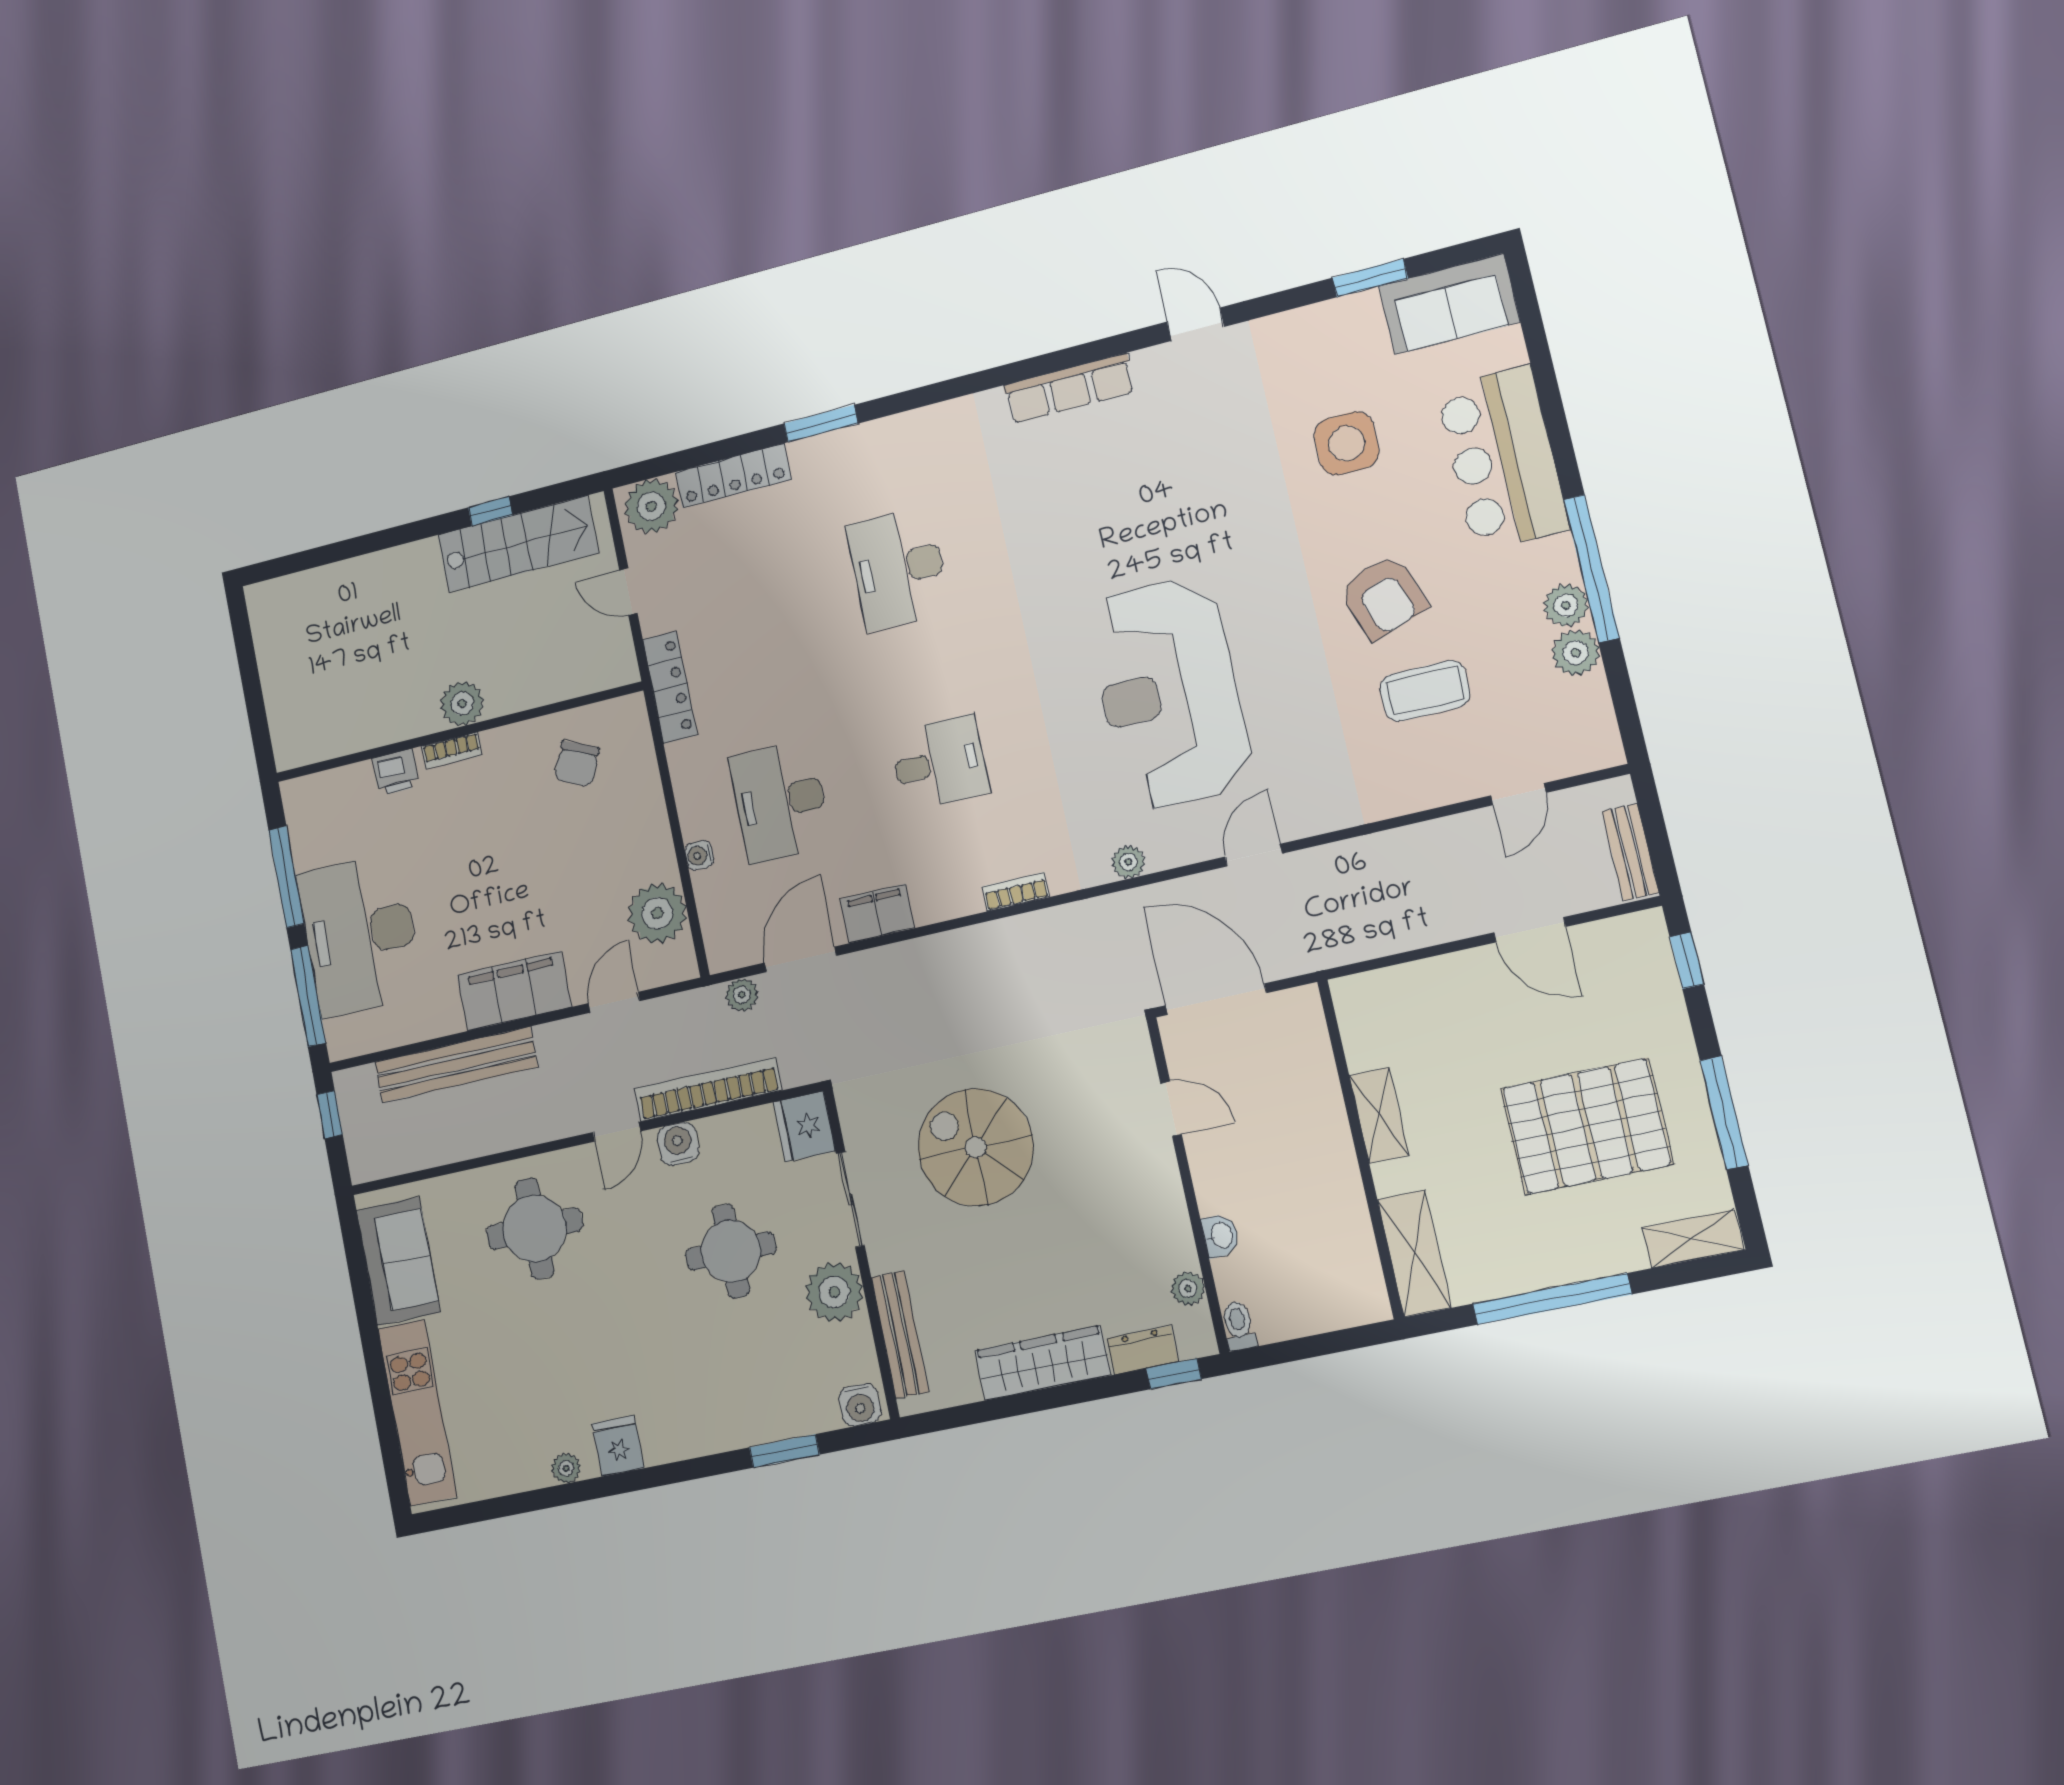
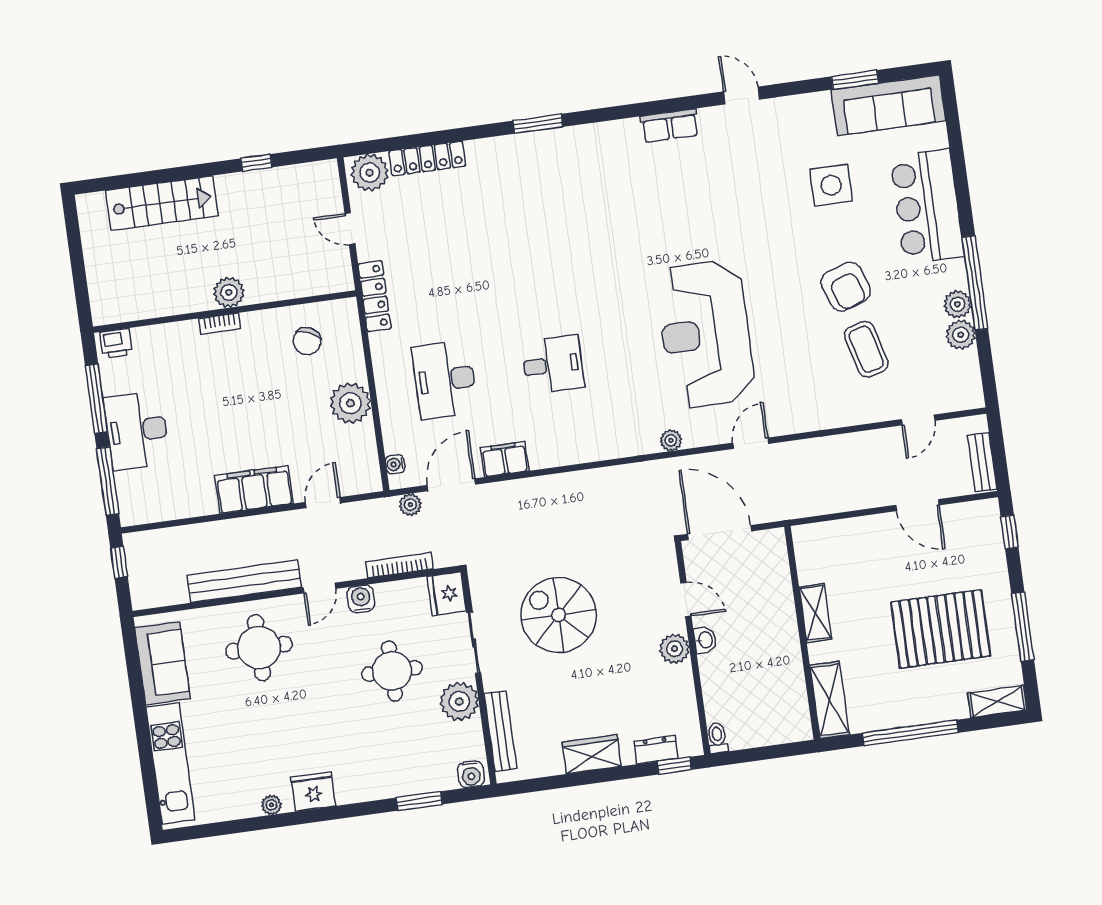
sofa: (1449, 304) -> (888, 105), width x1.36
row of seats: (1069, 389) -> (670, 126), width x0.68
window: (821, 424) -> (538, 124), moved
stairs: (518, 544) -> (162, 203), moved
desk: (898, 569) -> (535, 234), removed
coffee table: (1425, 691) -> (866, 349), turned 75
printer: (396, 772) -> (116, 343), moved
water cooler: (699, 855) -> (395, 464), moved
bookcase: (1016, 892) -> (597, 453), removed
plant: (657, 913) -> (350, 403), moved
desk: (360, 935) -> (137, 430), width x0.73, depth x0.77
bench: (456, 1065) -> (244, 581), moved
bookcase: (708, 1089) -> (400, 565), width x0.68, depth x0.76
washbasin: (1221, 1236) -> (705, 640), moved
plant: (1188, 1289) -> (674, 649), moved, width x1.38, depth x1.38
wardrobe: (1043, 1363) -> (592, 754), width x0.67
fridge: (618, 1446) -> (313, 791), width x1.38

